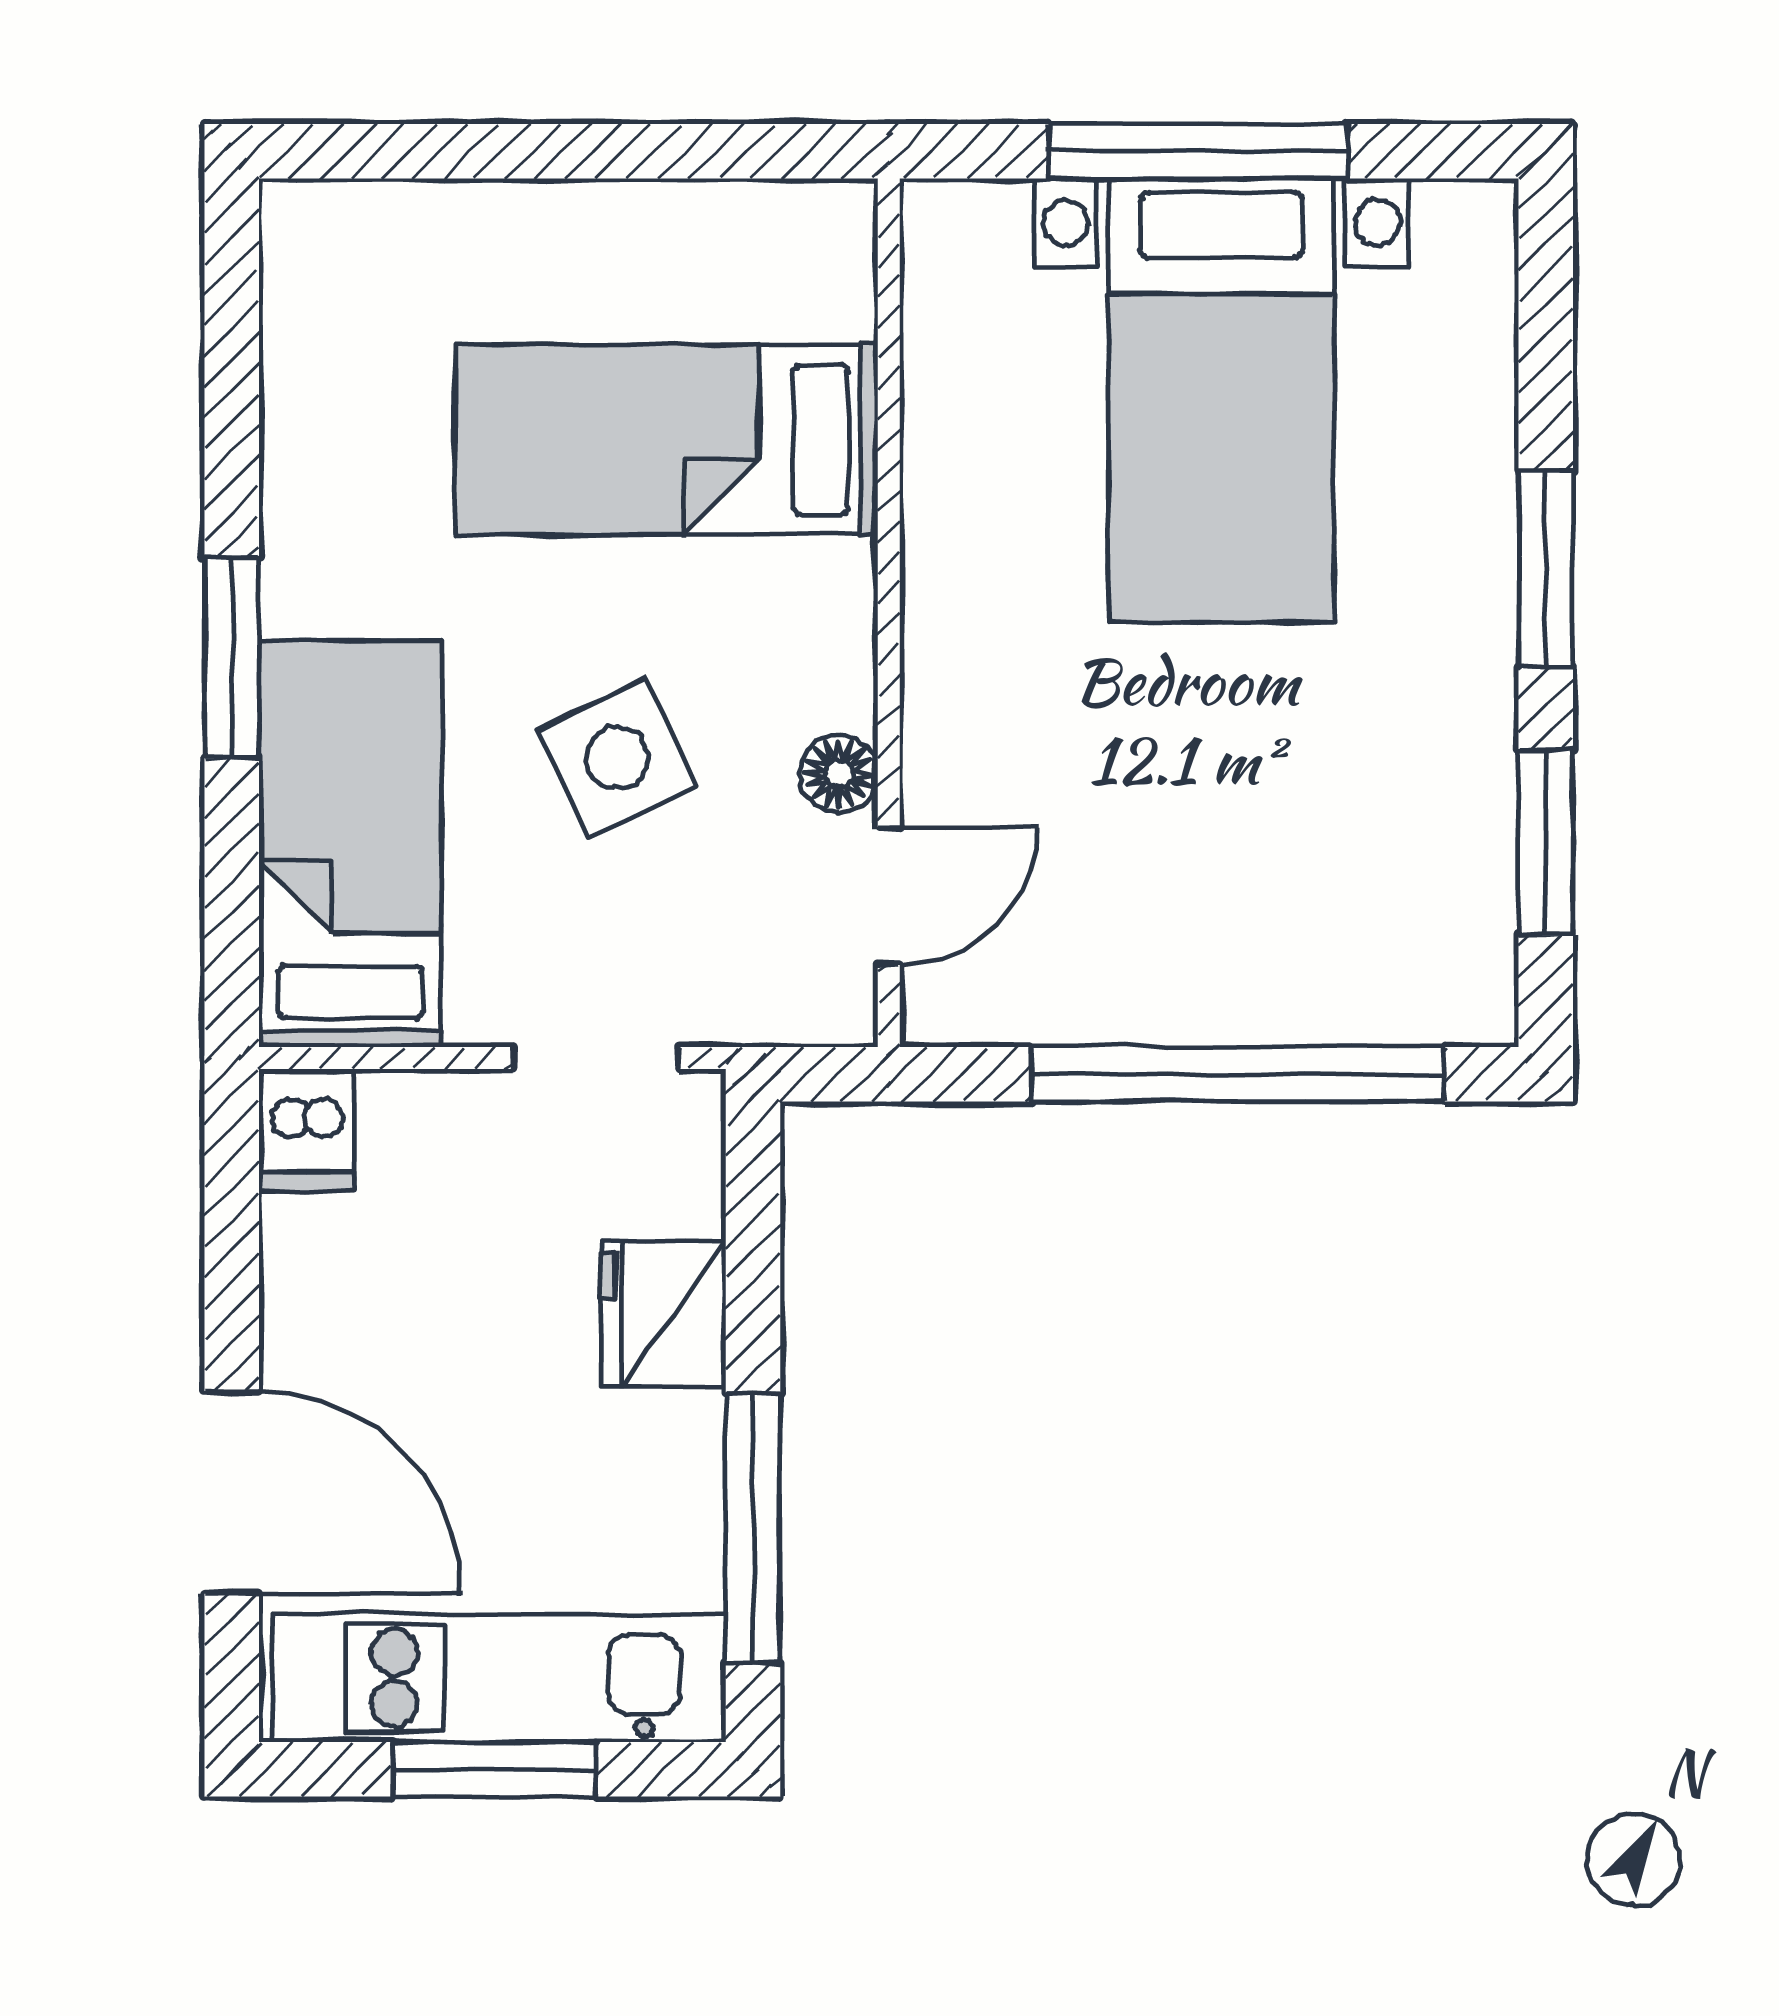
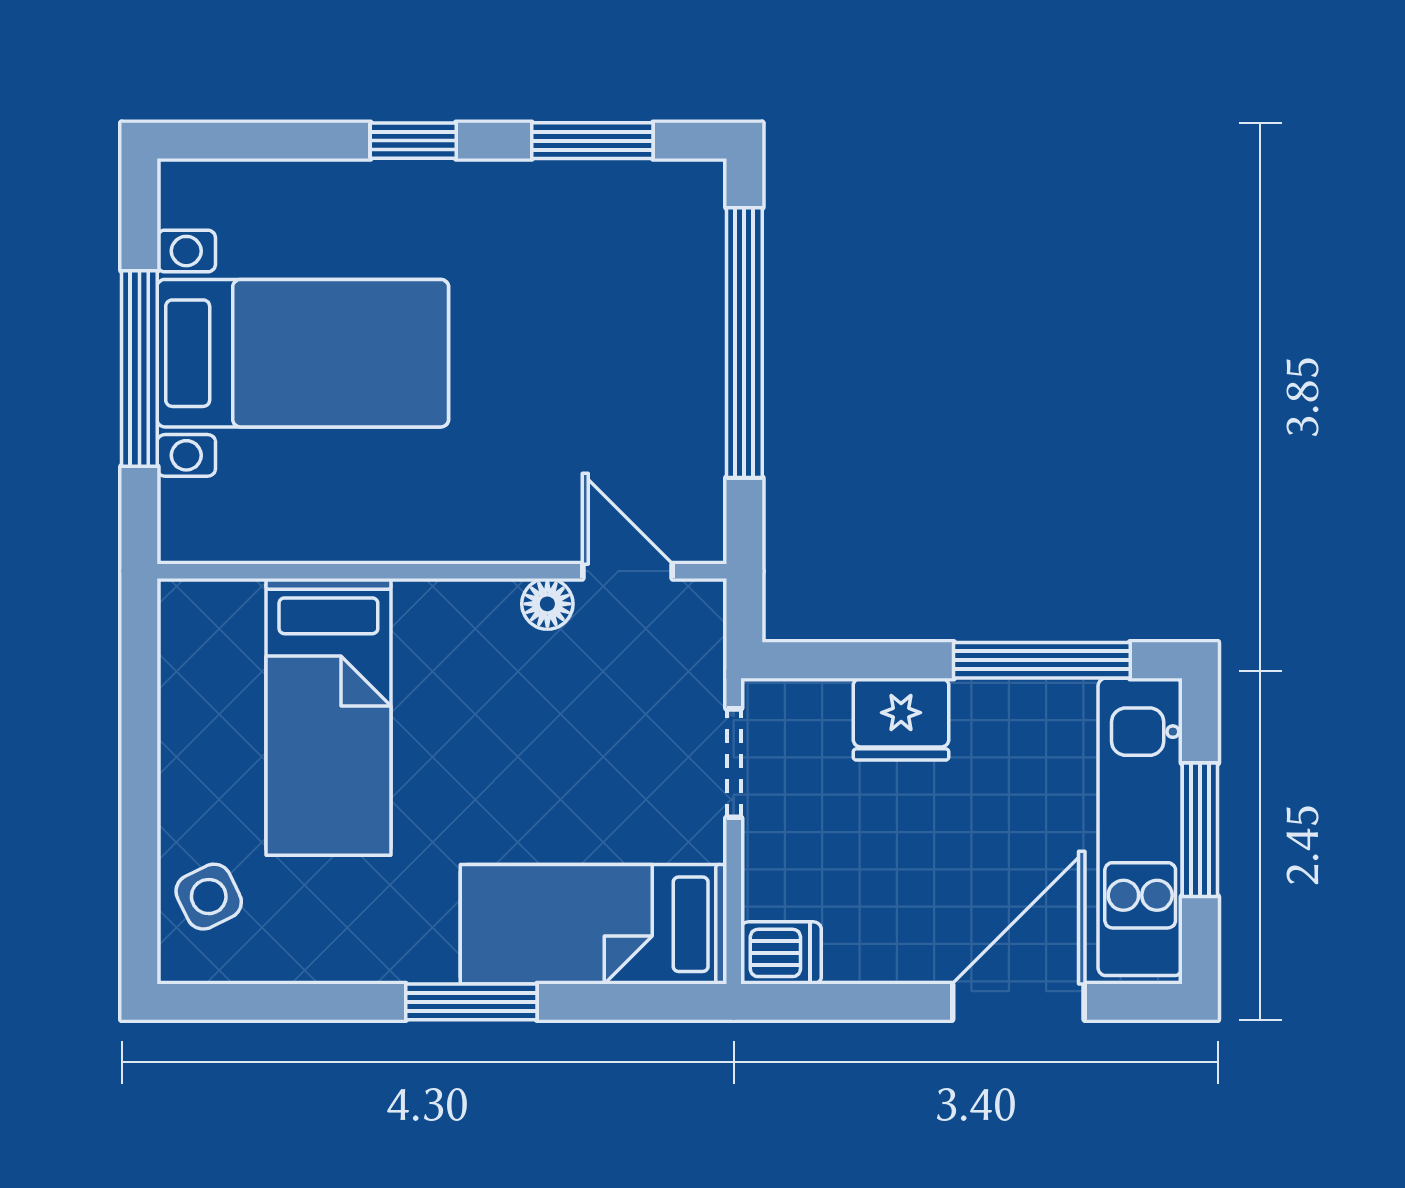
window: (1546, 569) -> (413, 141), width x0.67
side table: (617, 758) -> (209, 897), moved, width x0.73, depth x0.73

